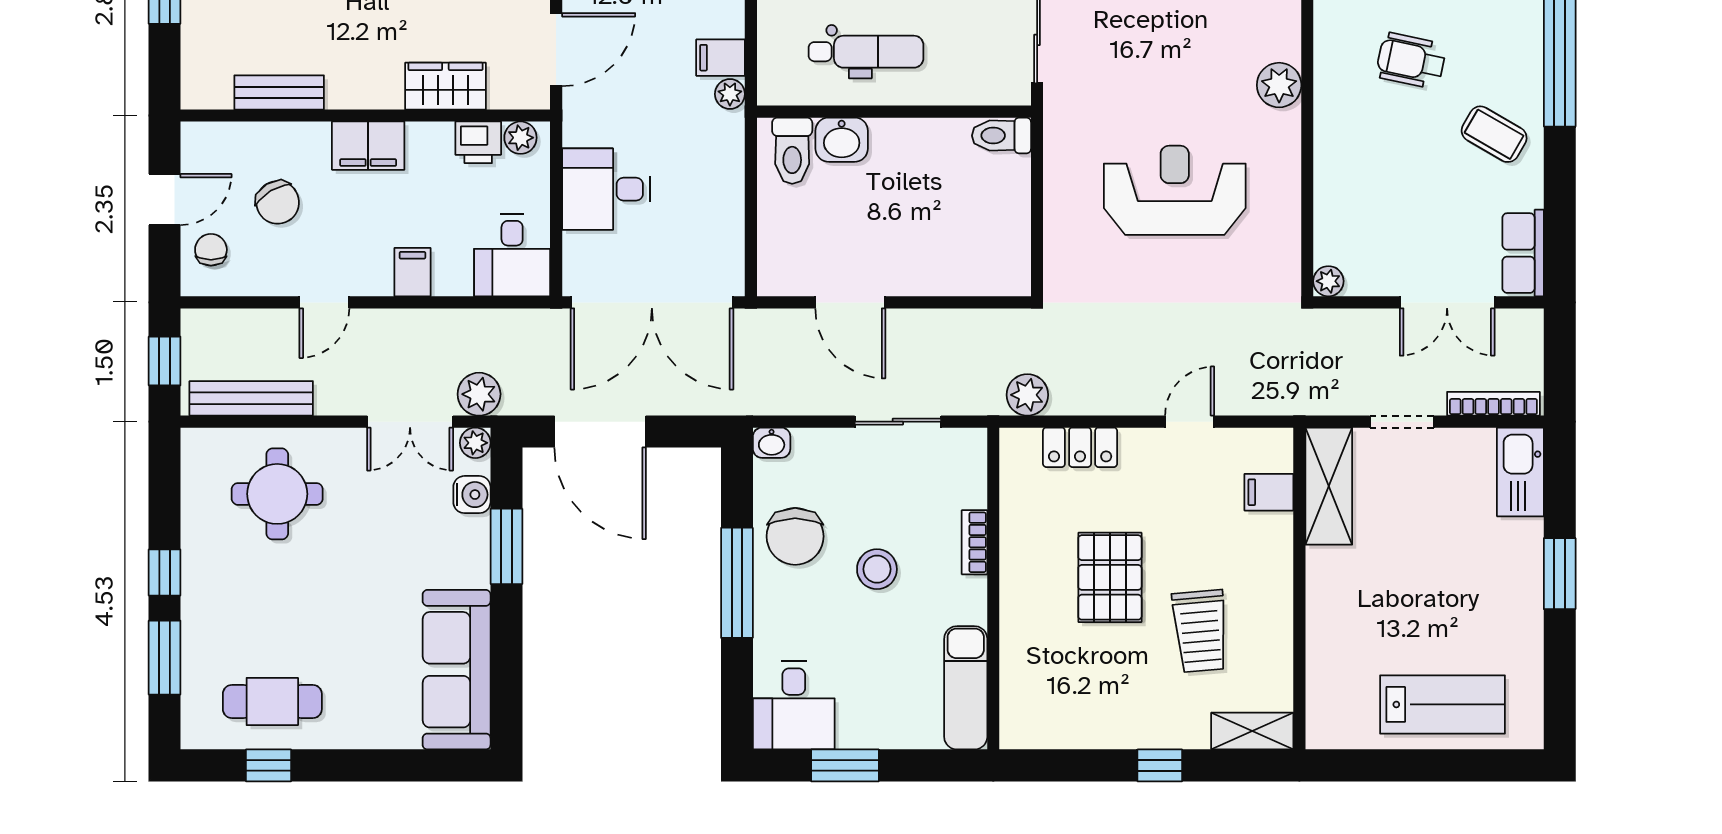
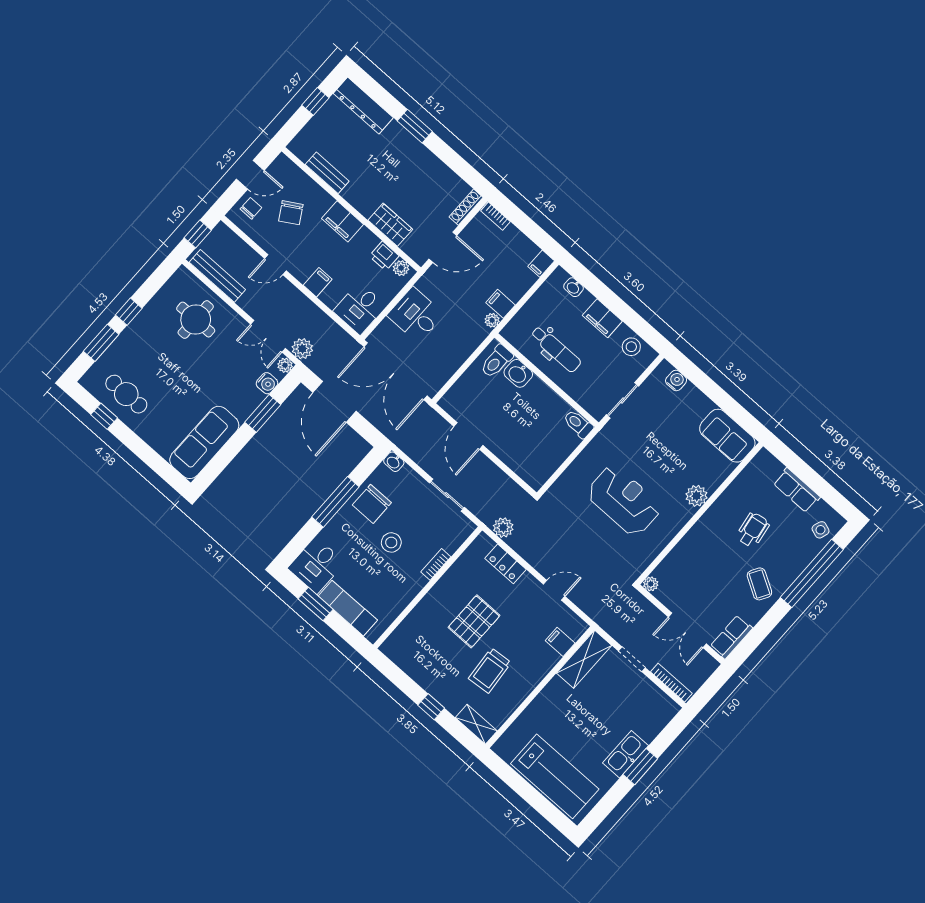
wheelchair: (1411, 61) -> (753, 530), turned 69
kitchen sink: (1520, 472) -> (625, 754), moved
exam couch: (966, 688) -> (348, 608), moved, turned 90
lab bench: (1443, 704) -> (555, 776), width x1.36, depth x1.39

